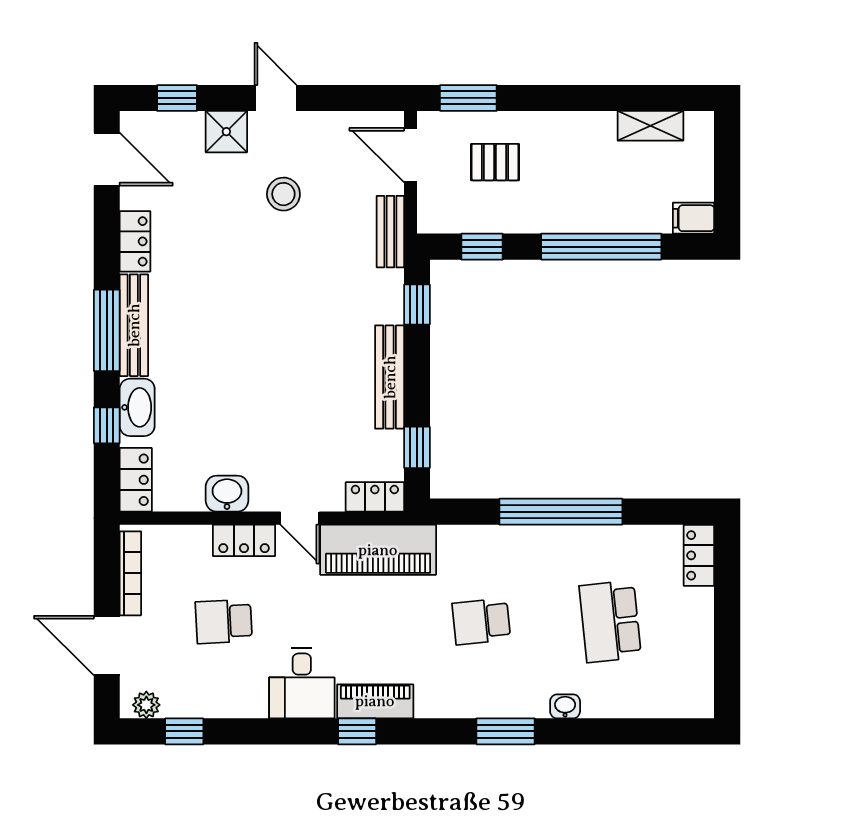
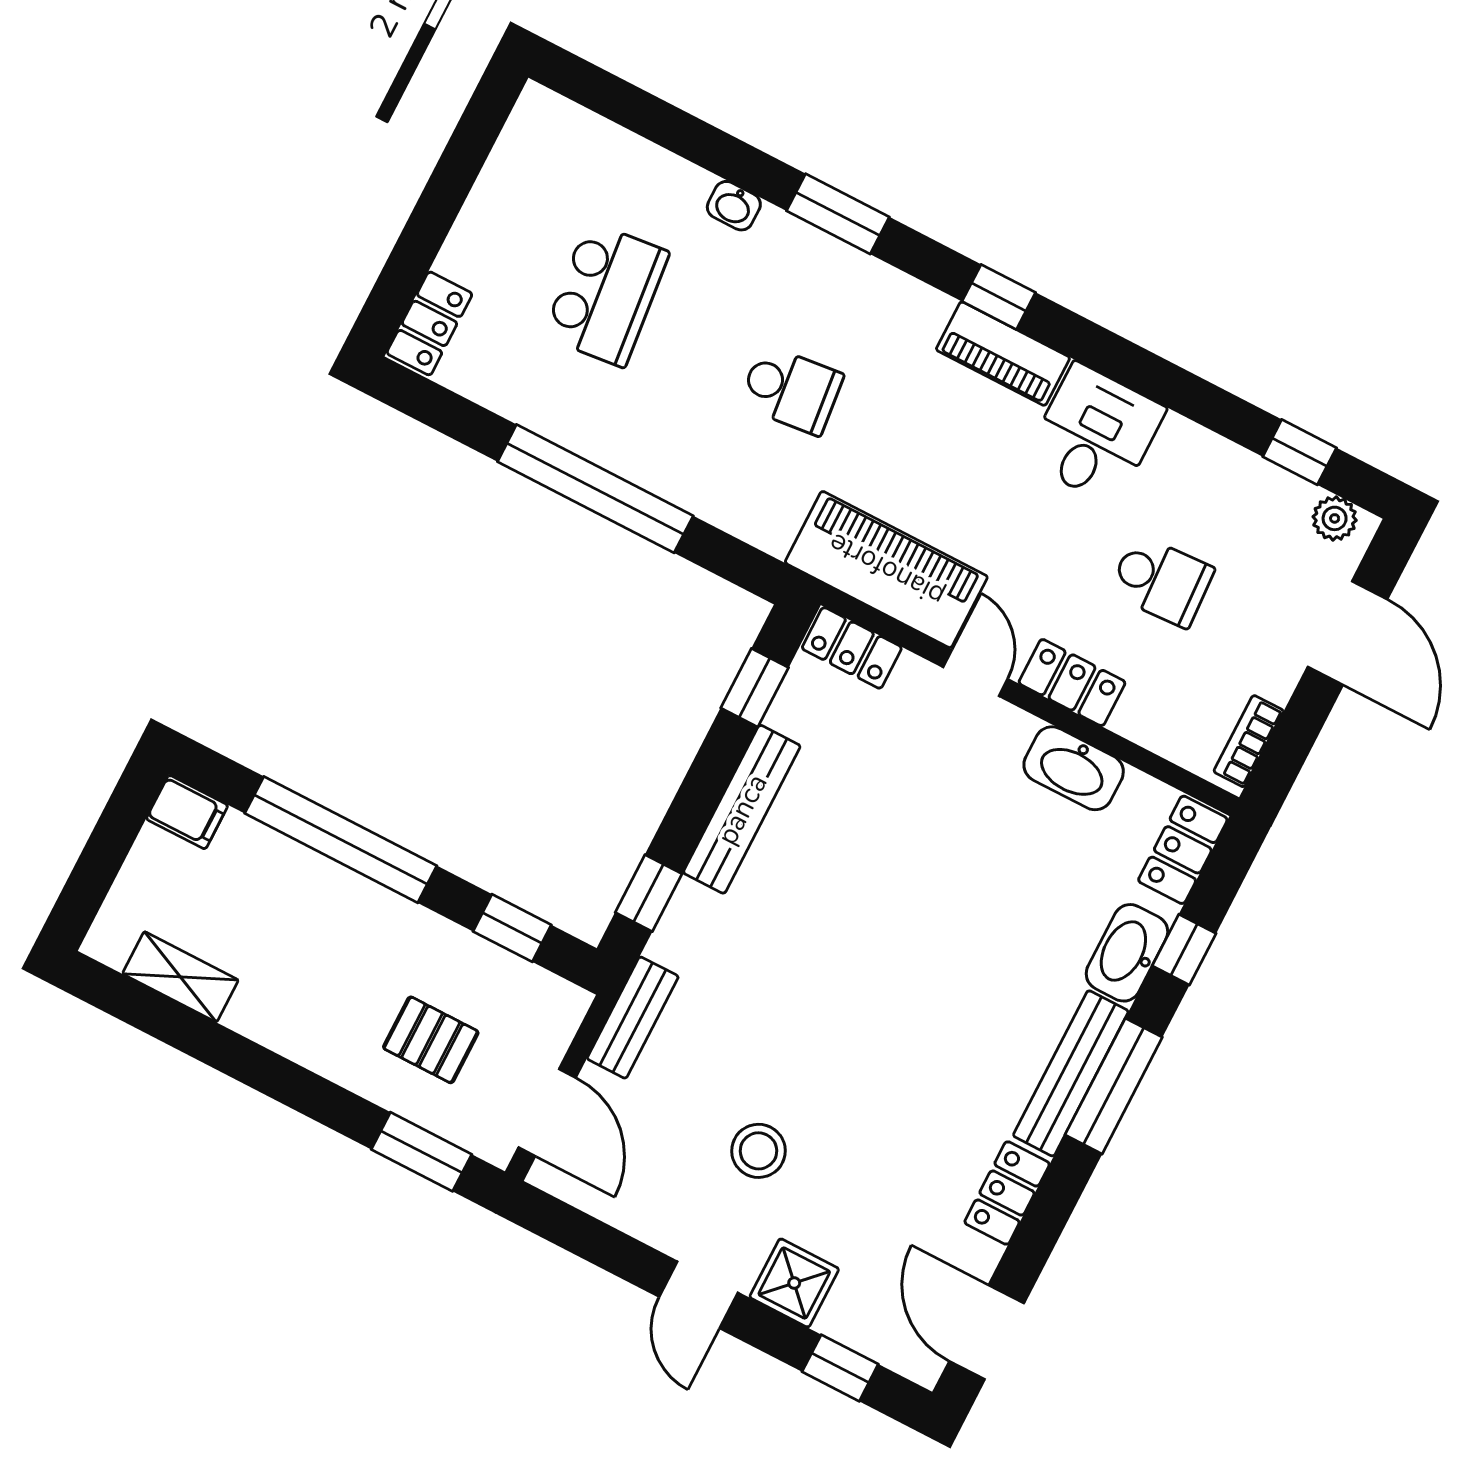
washbasin: (227, 494) -> (1074, 768), width x1.38
bookcase: (130, 573) -> (1249, 741), width x0.64
window: (357, 731) -> (999, 297), moved

